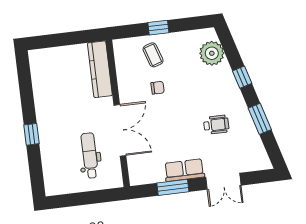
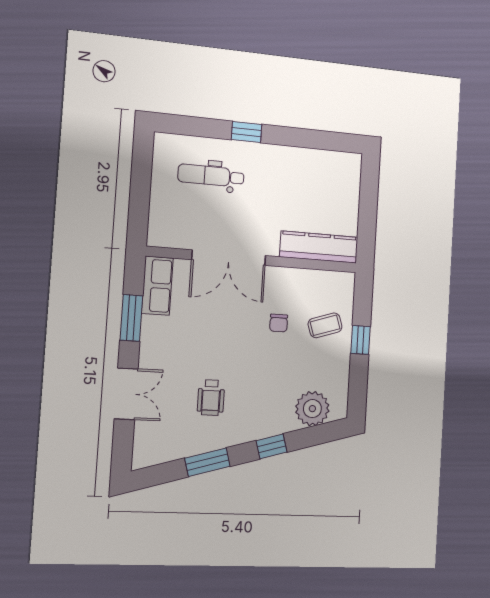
dental chair: (90, 156) -> (211, 176), moved, turned 180
row of seats: (184, 170) -> (157, 286), moved
double door: (223, 181) -> (126, 394), swing flipped

